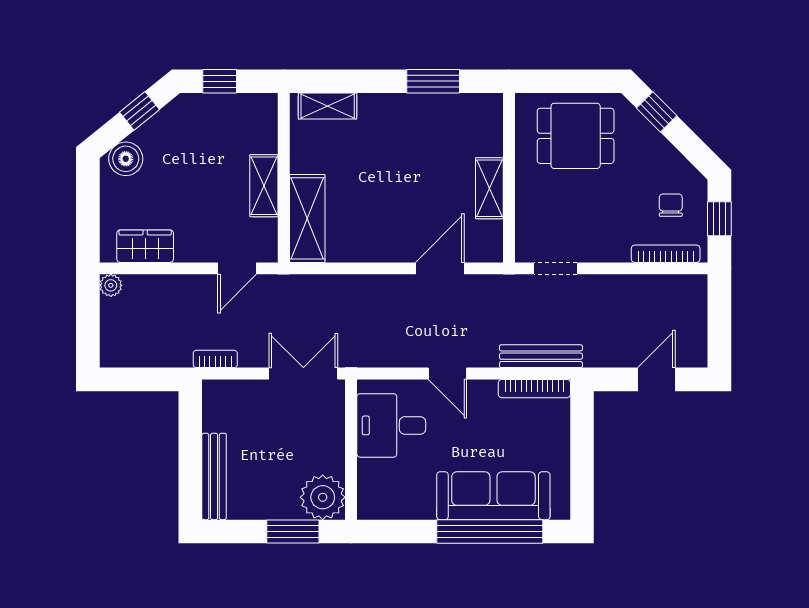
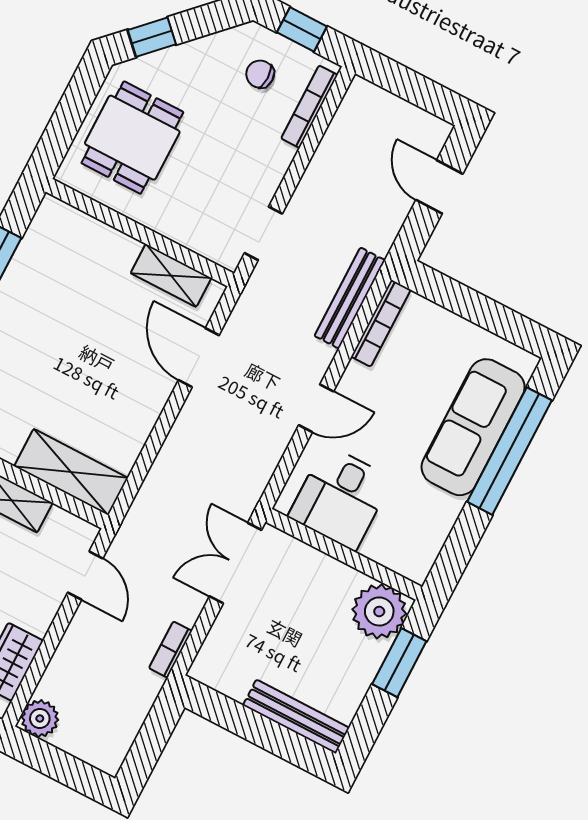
shelving: (489, 188) -> (171, 275), moved
plant: (111, 285) -> (40, 719), width x1.38, depth x1.38

